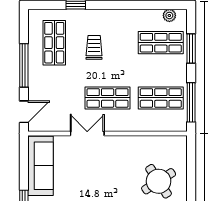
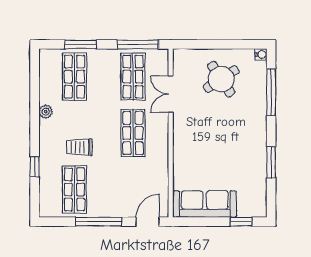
plant: (169, 15) -> (46, 112), moved
shop shelf: (54, 43) -> (74, 189), turned 90
door: (24, 112) -> (148, 222), hinge flipped
double door: (87, 134) -> (171, 94), moved

